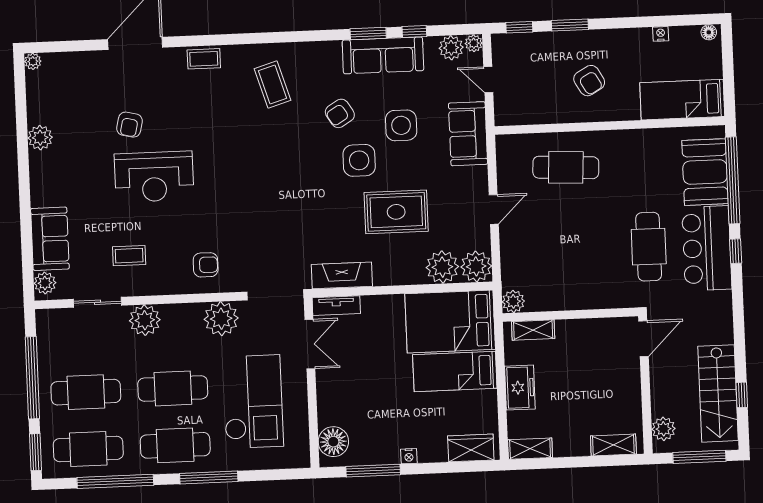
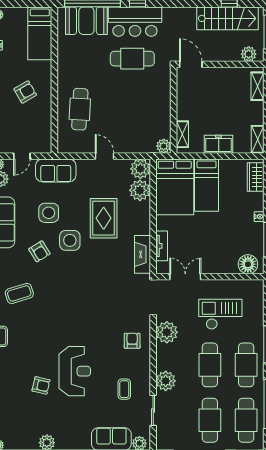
tv unit: (336, 306) -> (162, 246), moved
checkout: (253, 402) -> (220, 314), width x0.73, depth x0.83

